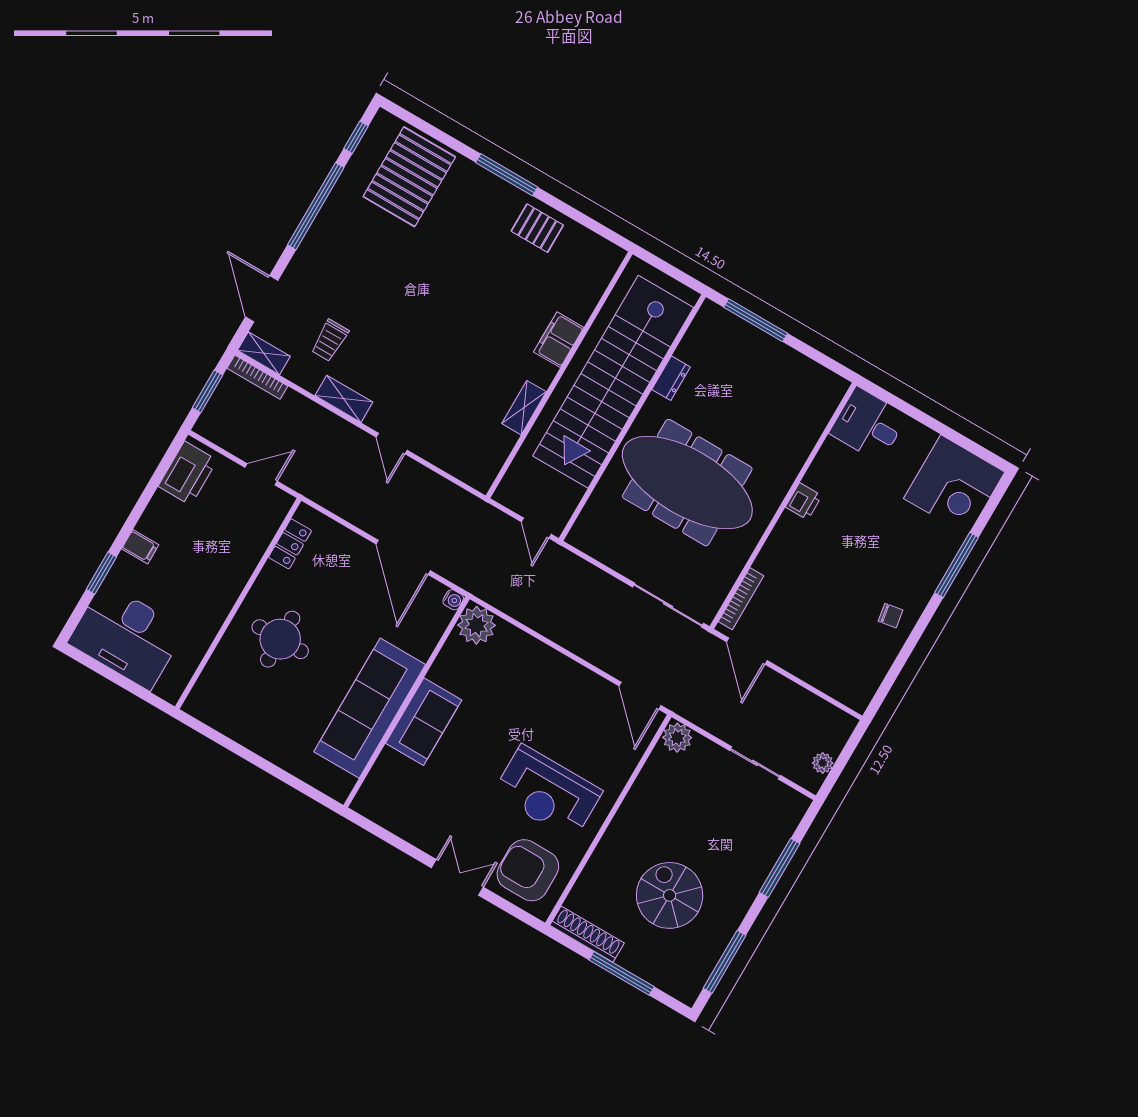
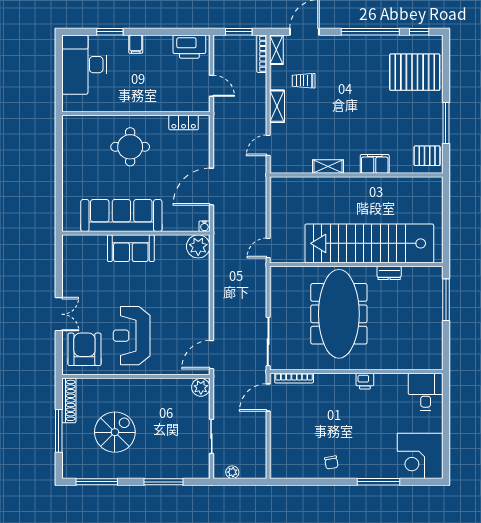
pallet: (537, 228) -> (427, 156), turned 90
filing cabinet: (559, 340) -> (375, 164), moved
wall: (559, 375) -> (356, 175), moved
shelving: (524, 408) -> (328, 166), moved

